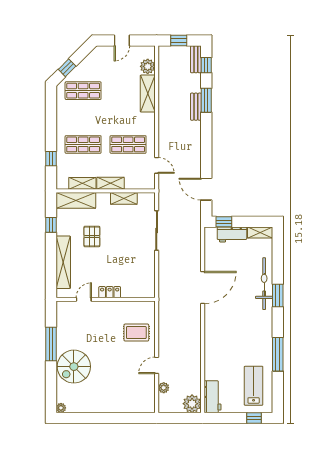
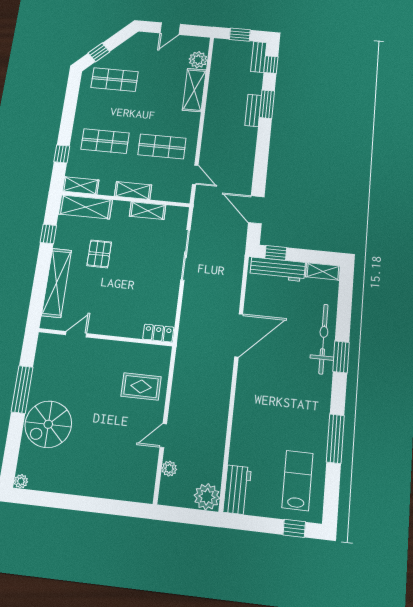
shelving: (82, 183) -> (81, 186), moved
workbench: (232, 234) -> (278, 269), width x1.38
locker: (110, 292) -> (158, 333), moved

